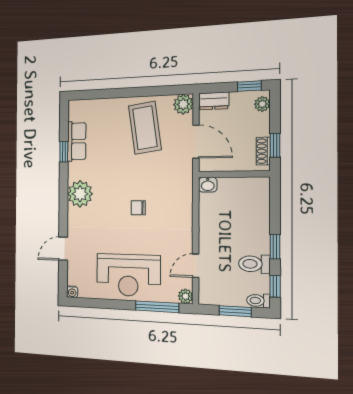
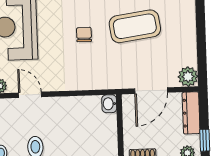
dresser: (214, 101) -> (191, 113), width x1.44
coffee table: (145, 128) -> (135, 26), moved

